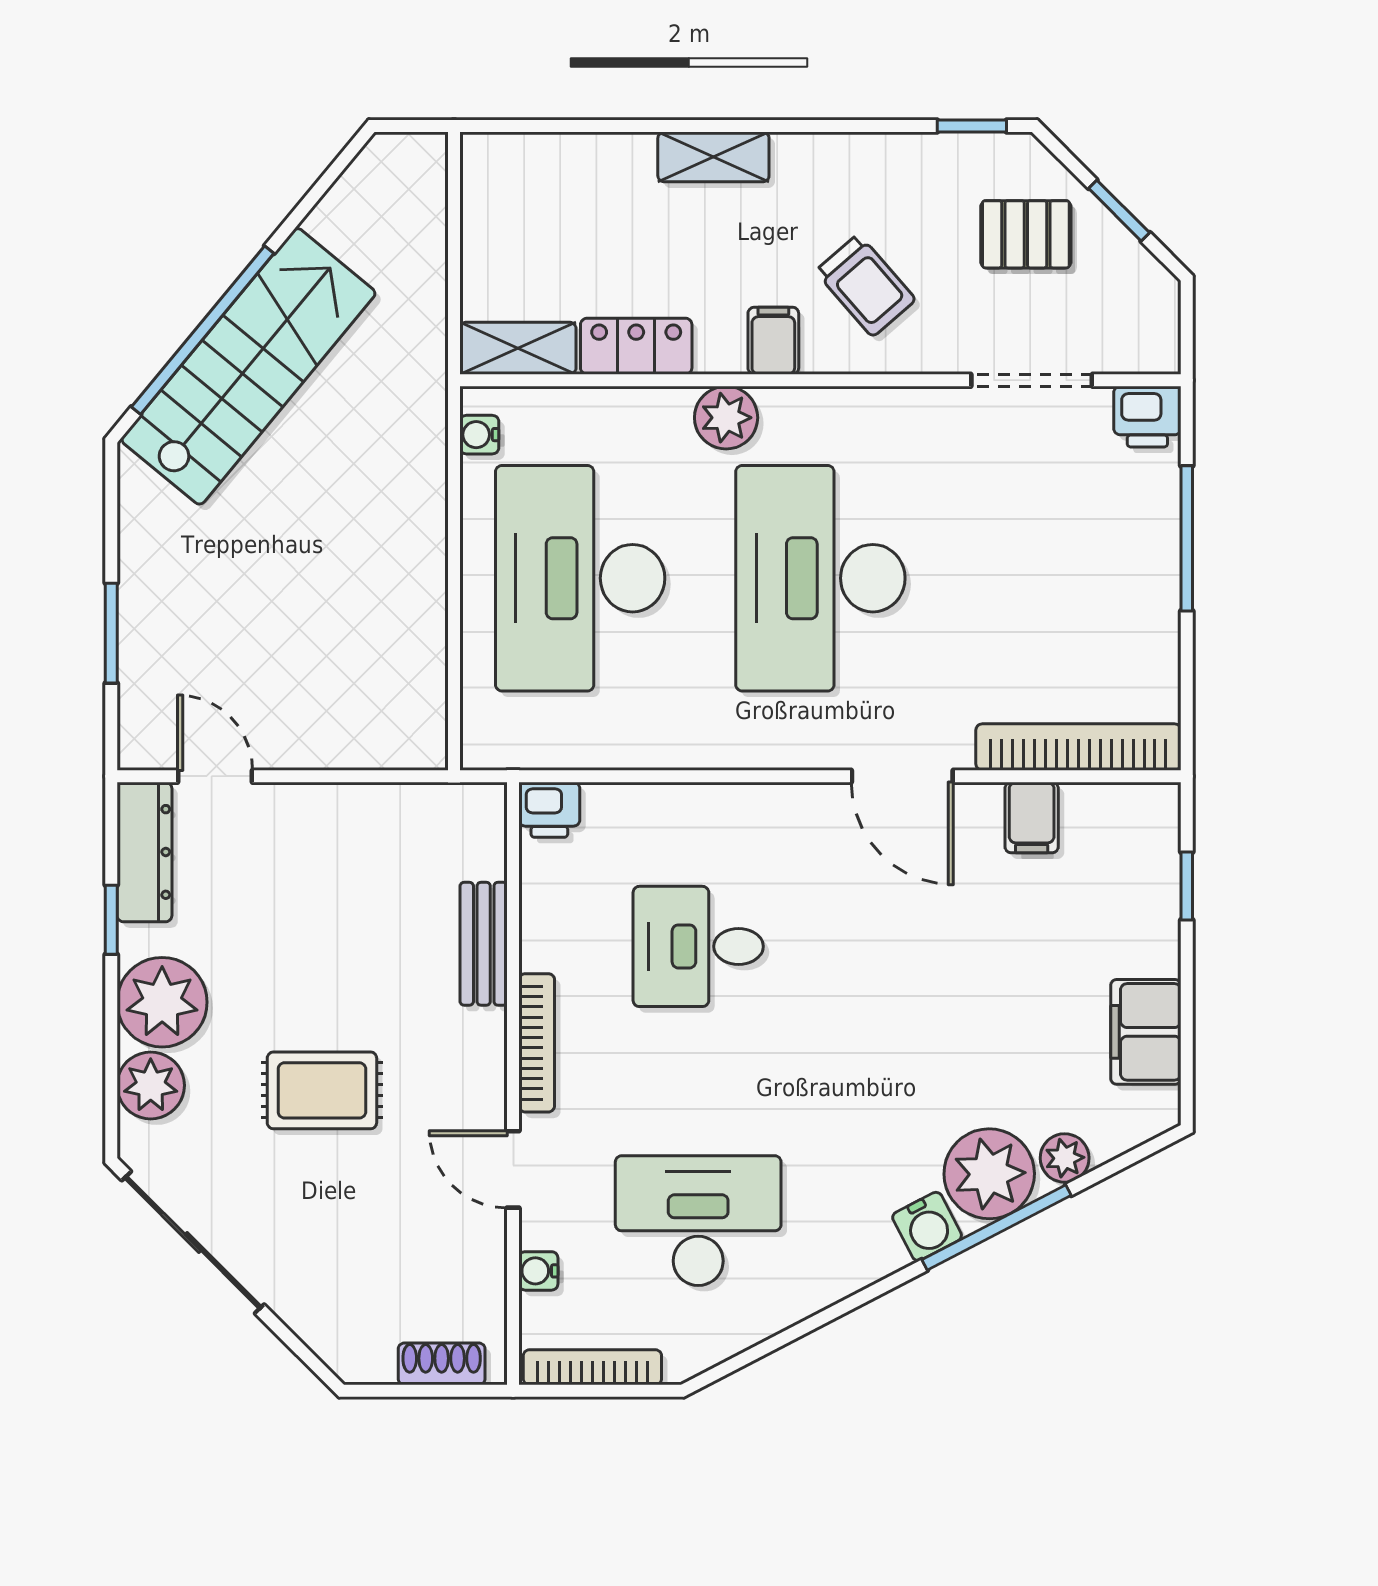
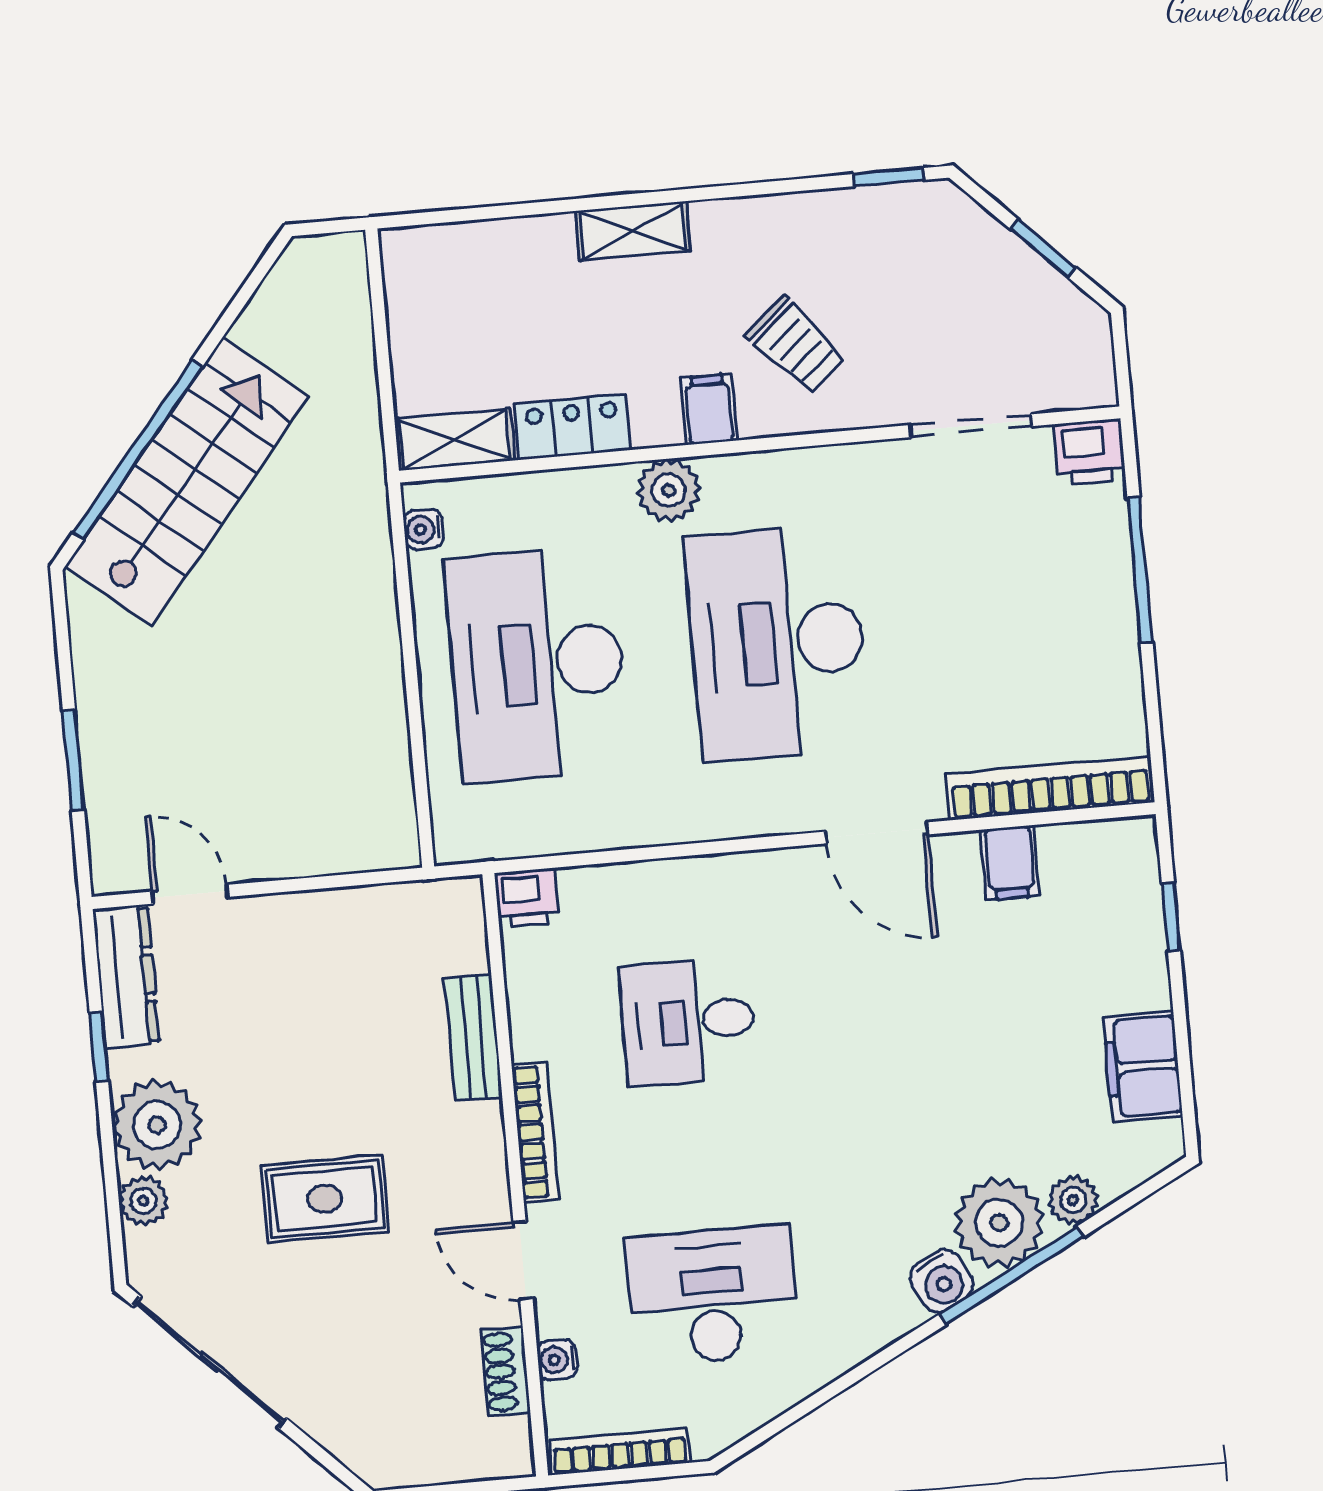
pallet: (1026, 234) -> (952, 280), removed
plant: (151, 1085) -> (143, 1201), width x0.73, depth x0.73
shoe rack: (442, 1364) -> (506, 1371), moved, turned -90

